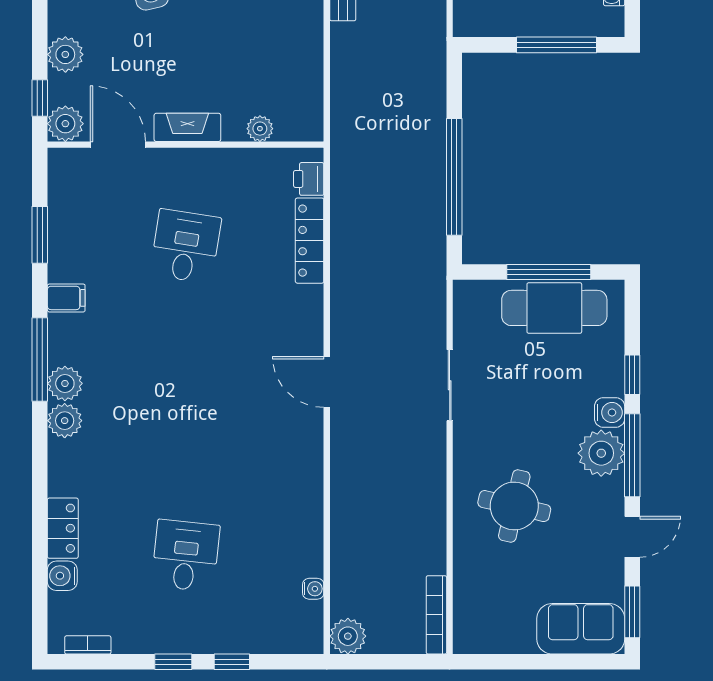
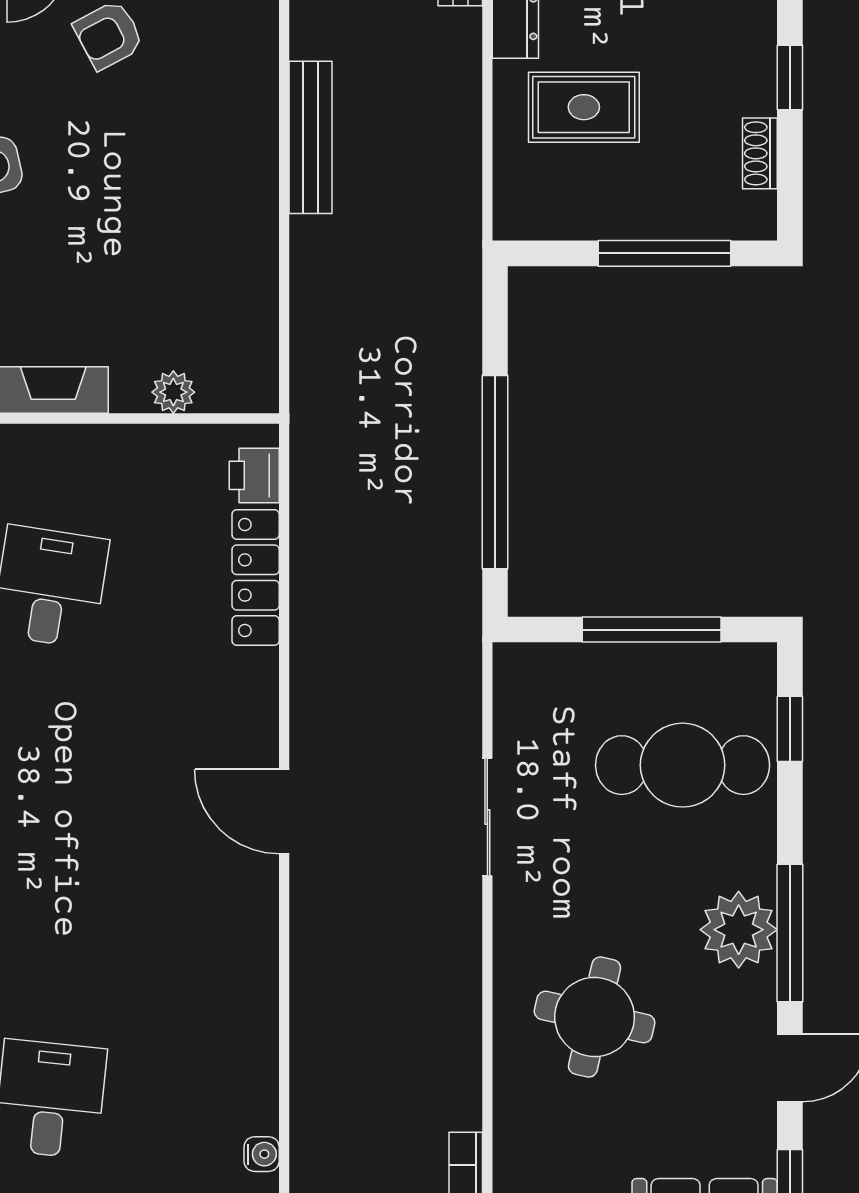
cafe table: (554, 308) -> (683, 765), moved
window: (632, 375) -> (790, 729), moved
water cooler: (610, 412) -> (752, 862), removed

